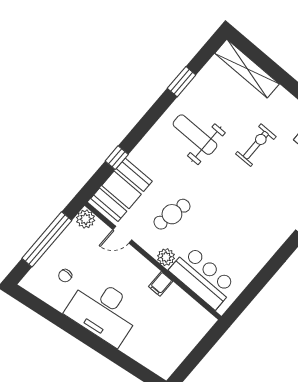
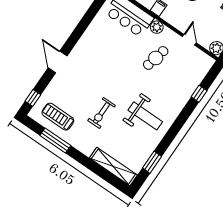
window: (182, 82) -> (152, 162), moved
booth: (122, 190) -> (193, 71), removed
door: (122, 235) -> (189, 40), hinge flipped

